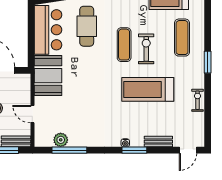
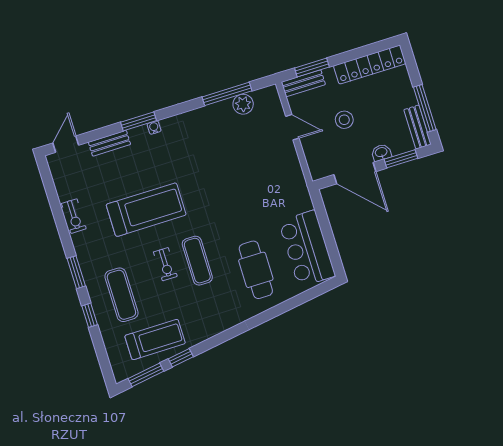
window: (208, 30) -> (90, 315), added
exercise bike: (146, 49) -> (165, 264), width x0.73, depth x0.72
booth: (48, 76) -> (288, 186), removed

